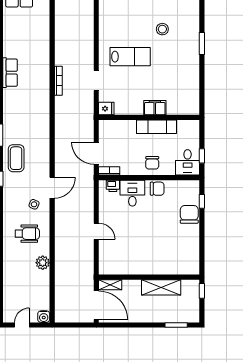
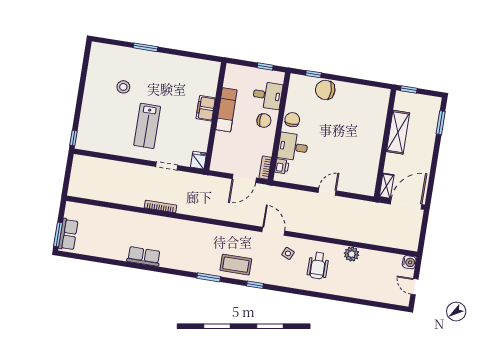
lab bench: (130, 57) -> (147, 126), turned 180
desk: (188, 162) -> (267, 95), moved
wheelchair: (27, 234) -> (318, 266), turned 180

